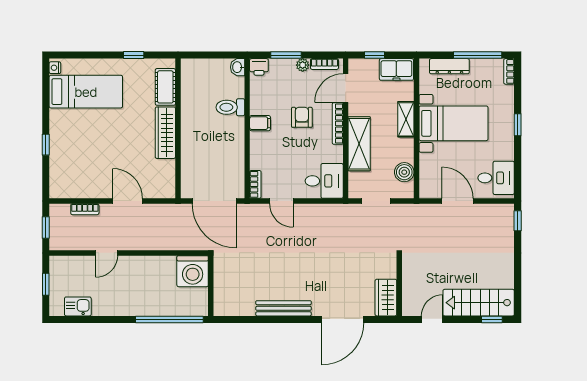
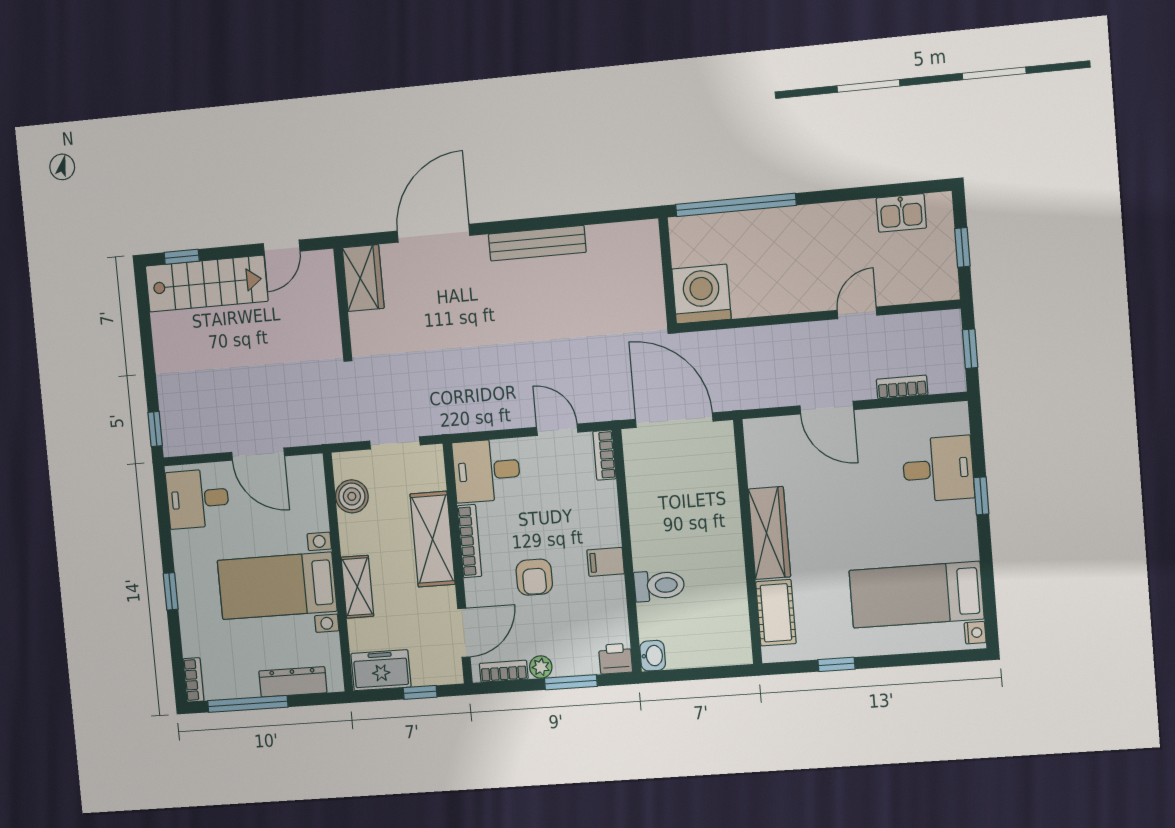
bookcase: (338, 124) -> (469, 541), moved
desk: (68, 162) -> (938, 469), added

